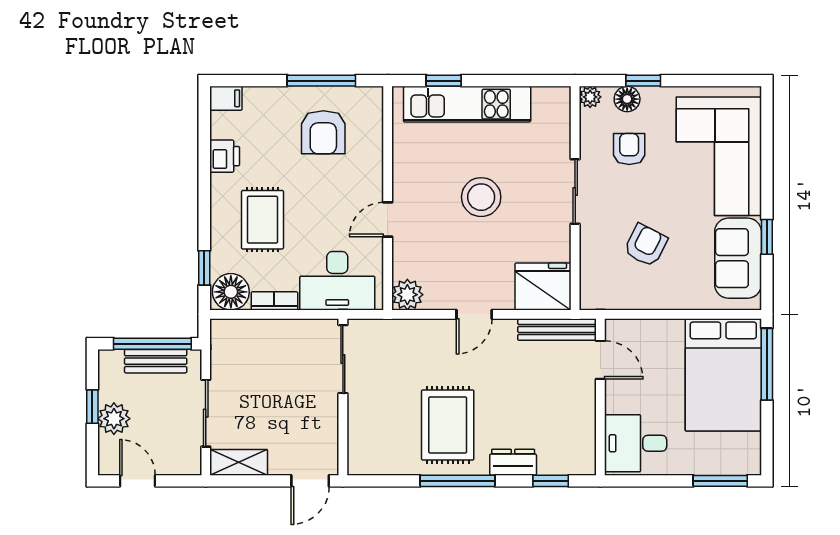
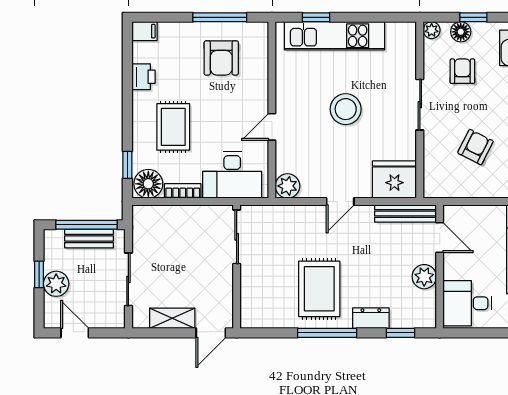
plant: (581, 410) -> (424, 277), added
shelving: (239, 462) -> (172, 318), moved

